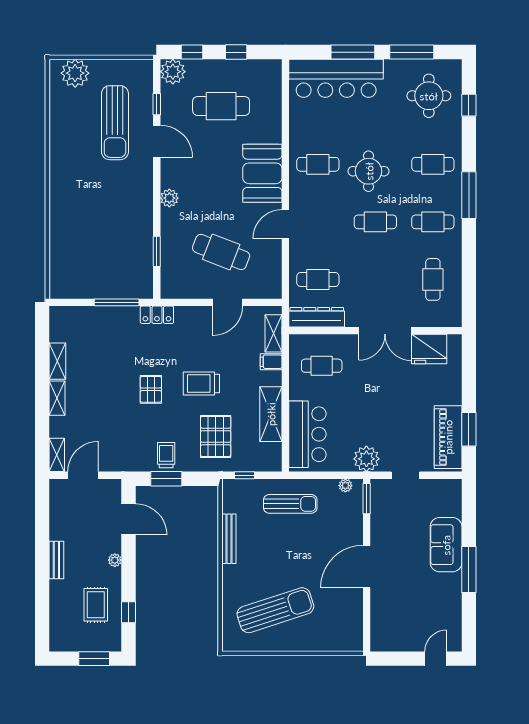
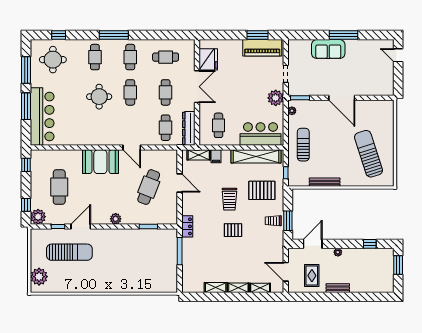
window: (236, 52) -> (26, 165), moved
cafe table: (318, 164) -> (166, 92), moved
shelving: (271, 414) -> (256, 156), width x1.47
shelving: (57, 455) -> (260, 288), moved
rug: (96, 605) -> (312, 276), moved, turned 90

